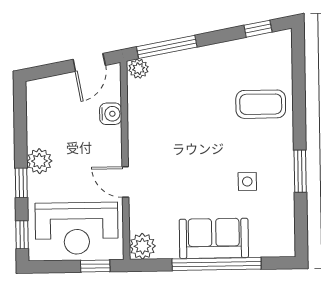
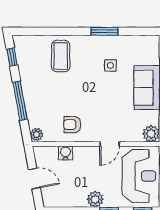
window: (167, 47) -> (20, 101), moved
door: (89, 62) -> (34, 179), moved
armchair: (155, 124) -> (72, 125), added

